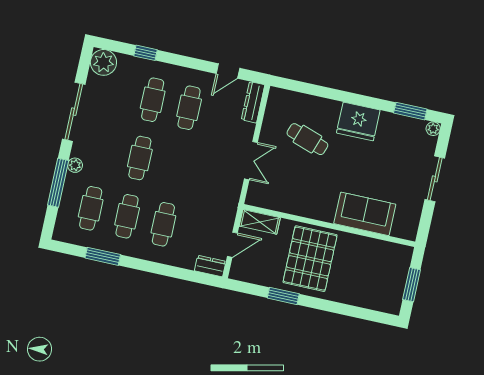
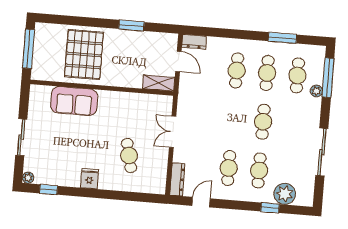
plant: (103, 62) -> (285, 194), moved
window: (410, 111) -> (49, 190), width x0.67
fridge: (358, 121) -> (89, 179), width x0.53, depth x0.75
cafe table: (307, 139) -> (129, 155), turned 58
plant: (75, 165) -> (316, 91), moved
window: (58, 183) -> (328, 78), moved
door: (232, 245) -> (178, 61), swing flipped
pallet: (310, 259) -> (84, 54), moved
window: (412, 285) -> (29, 49), width x1.44

